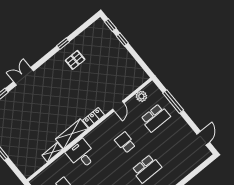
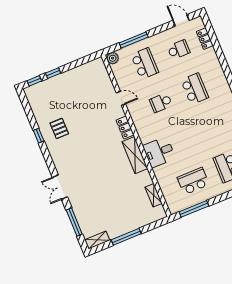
plant: (141, 96) -> (113, 58), moved
school desk: (177, 144) -> (179, 50), added
shelving: (52, 152) -> (154, 195), moved
locker: (194, 164) -> (205, 39), added

